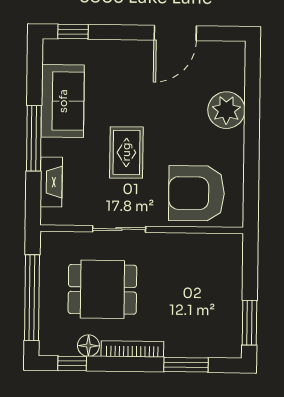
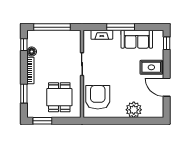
rug: (126, 152) -> (151, 67), moved
dining table: (102, 289) -> (59, 97), moved

